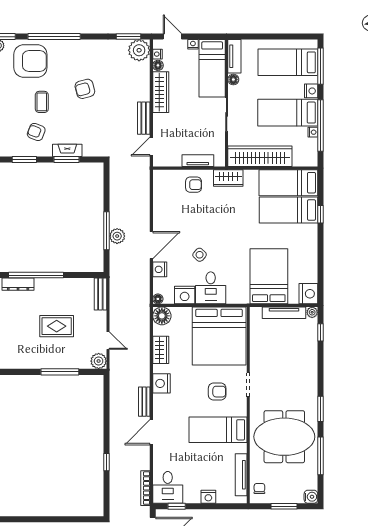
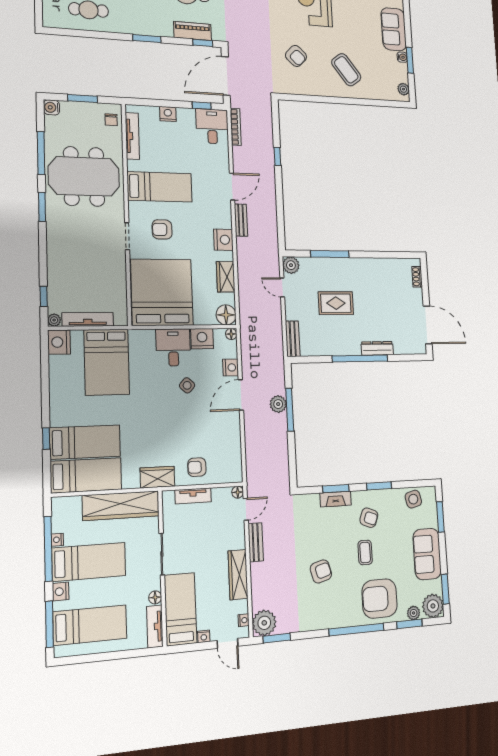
floor lamp: (158, 65) -> (238, 492), moved

